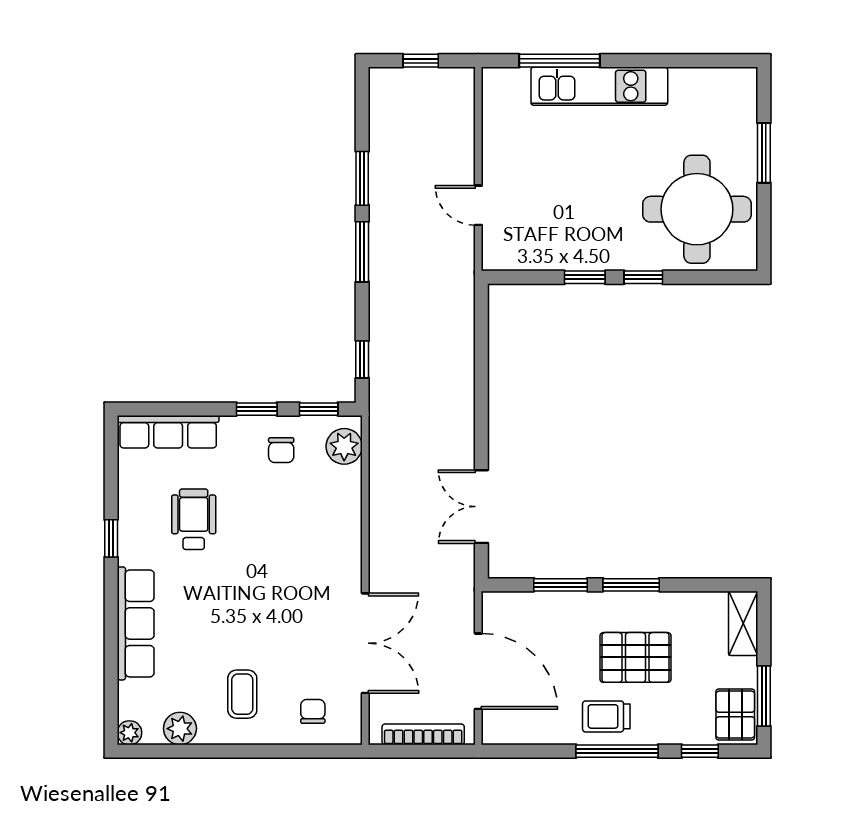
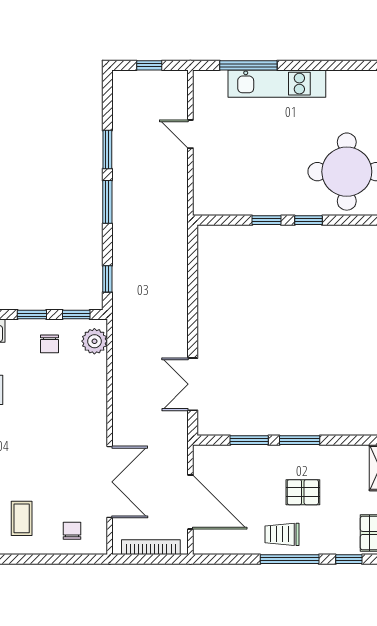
door: (478, 205) -> (190, 134), moved
pallet: (636, 657) -> (303, 492), width x0.67, depth x0.71

